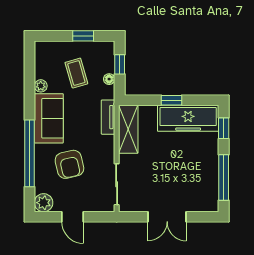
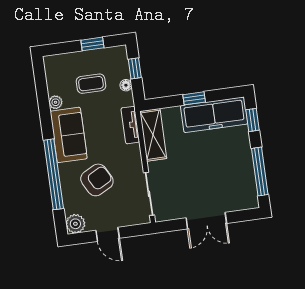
coffee table: (76, 73) -> (91, 84), turned -74
armchair: (69, 164) -> (97, 180), turned -105

